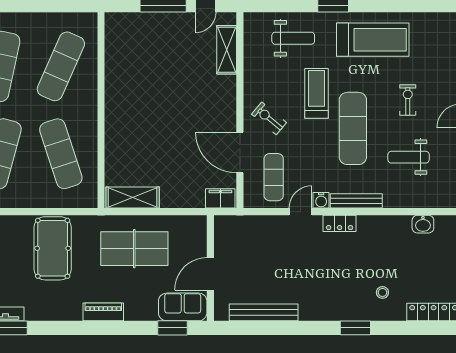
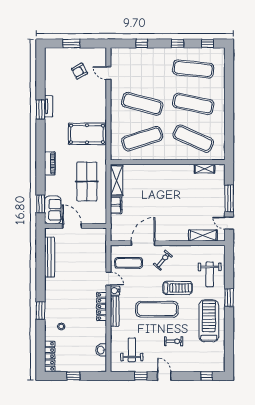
treadmill: (373, 40) -> (209, 321), turned 180
shelving: (112, 47) -> (205, 169), added
weight bench: (409, 157) -> (132, 350), moved
filing cabinet: (220, 198) -> (116, 205), moved
locker: (340, 223) -> (102, 306), width x1.53

